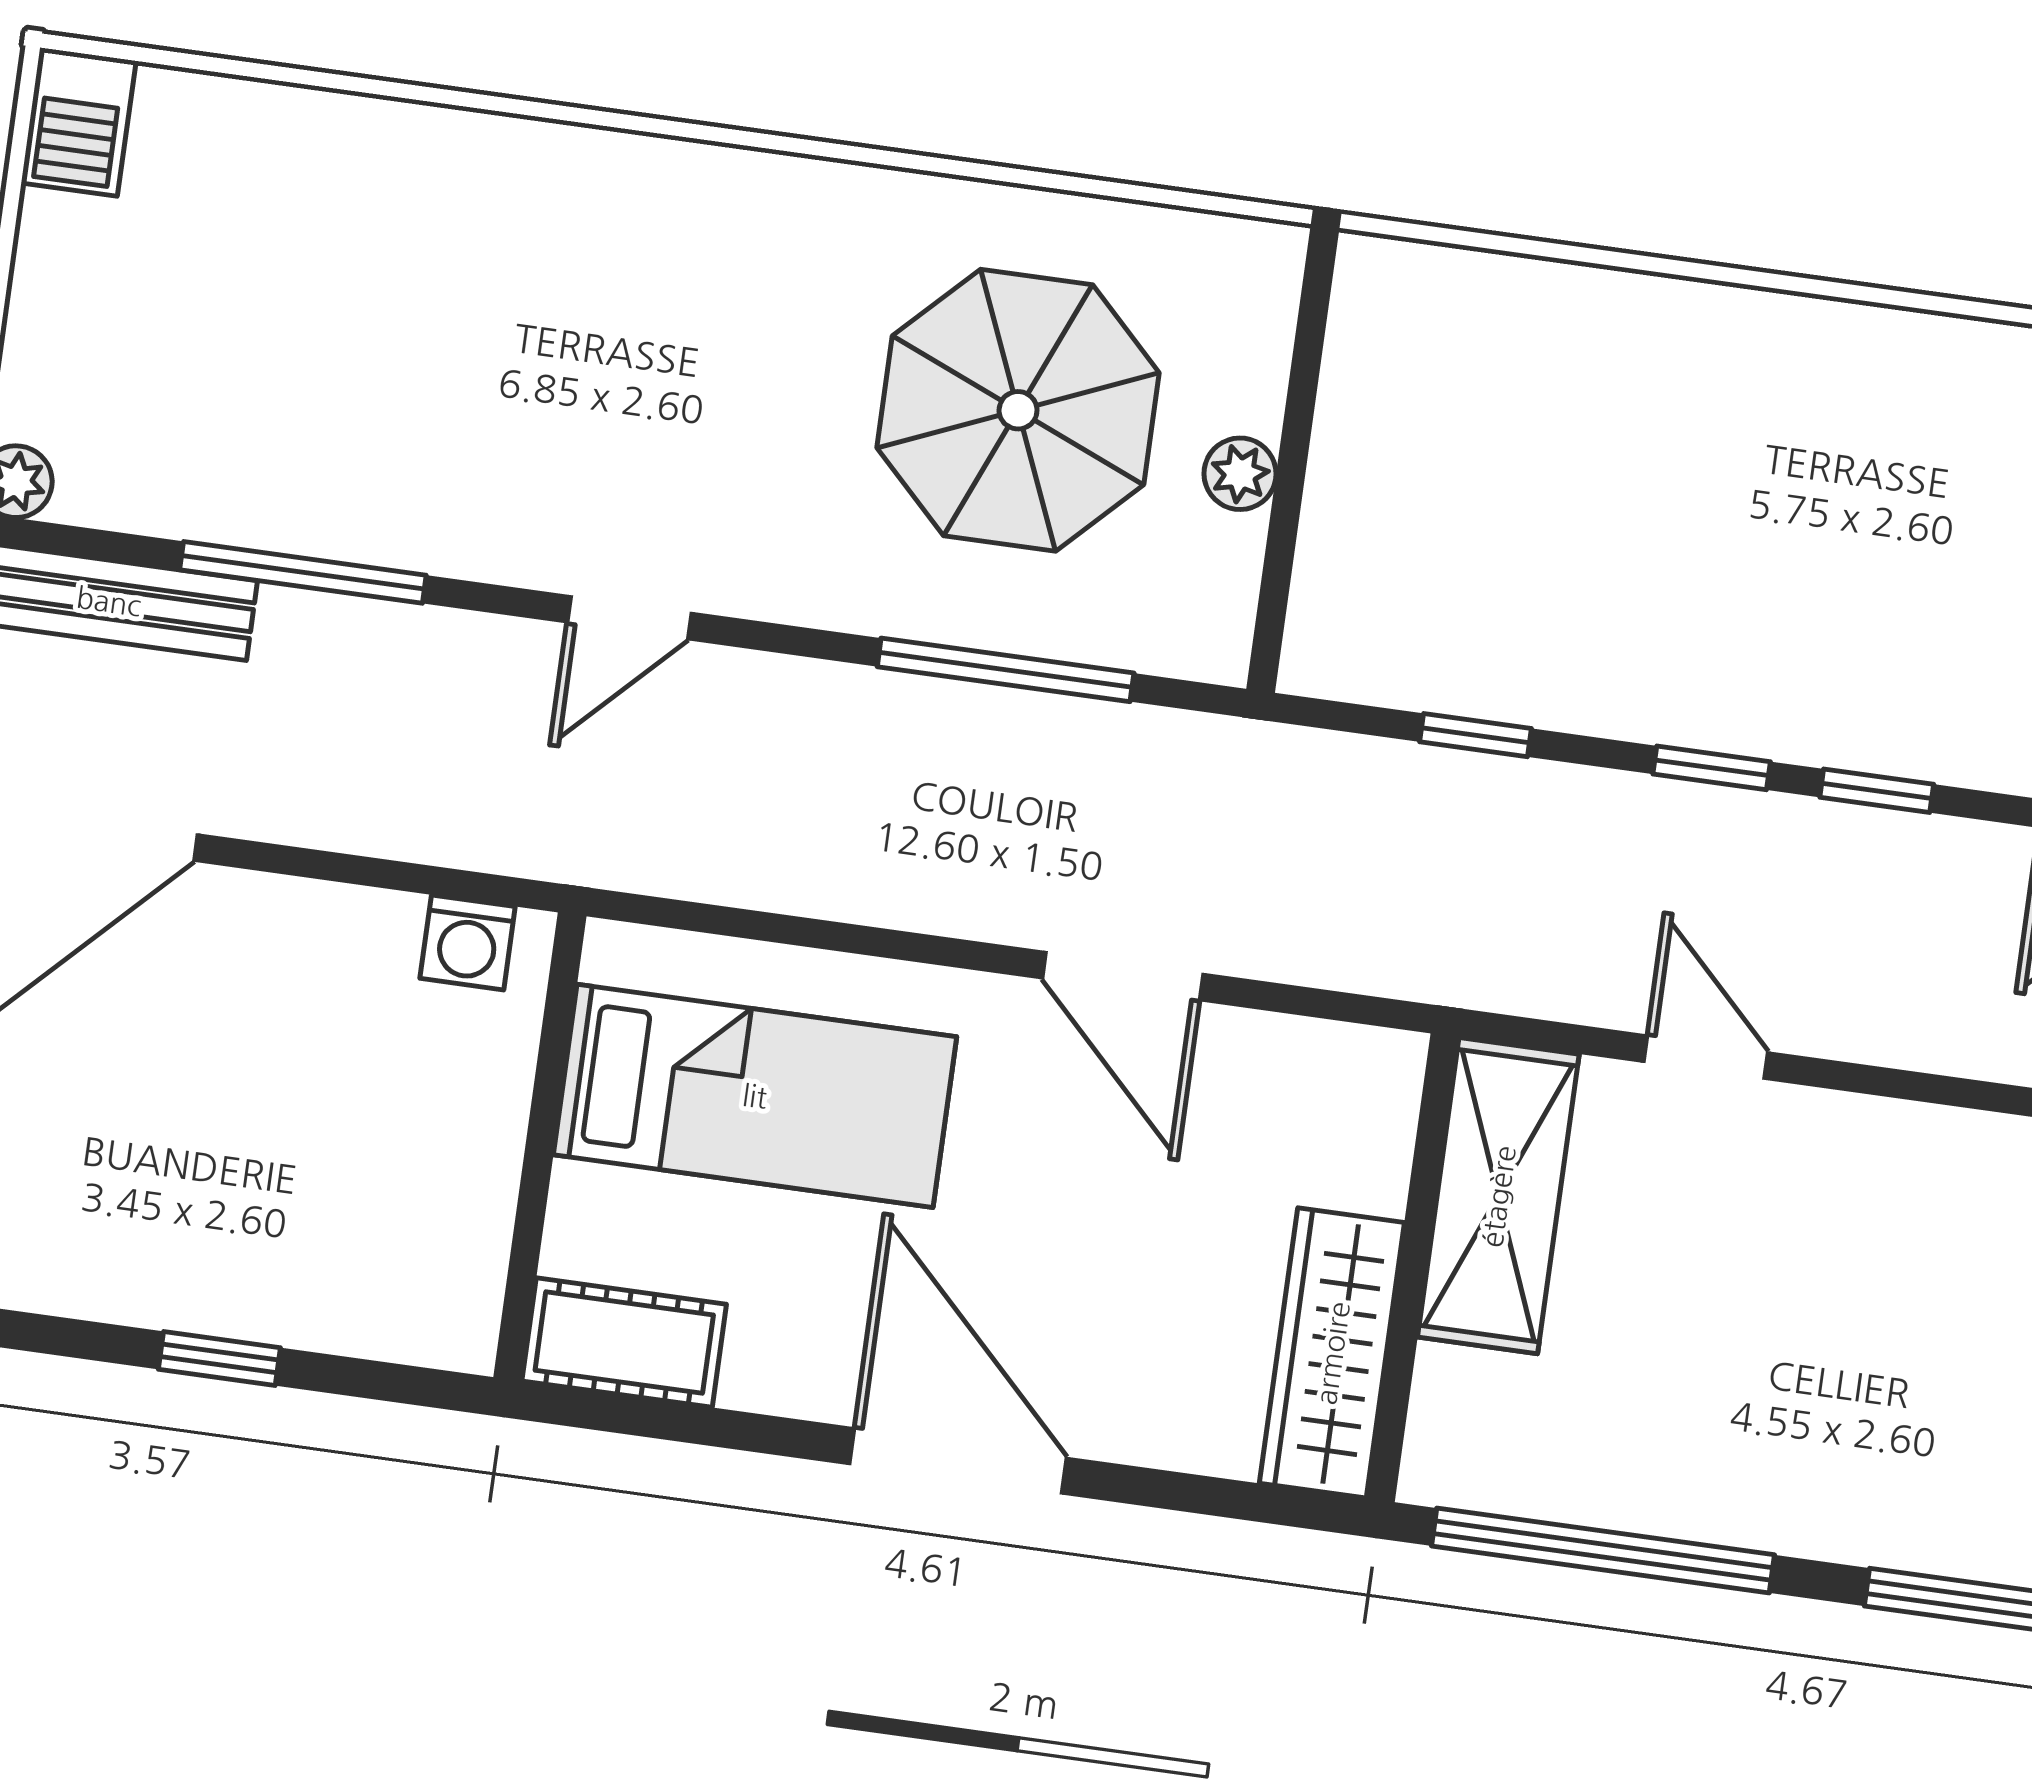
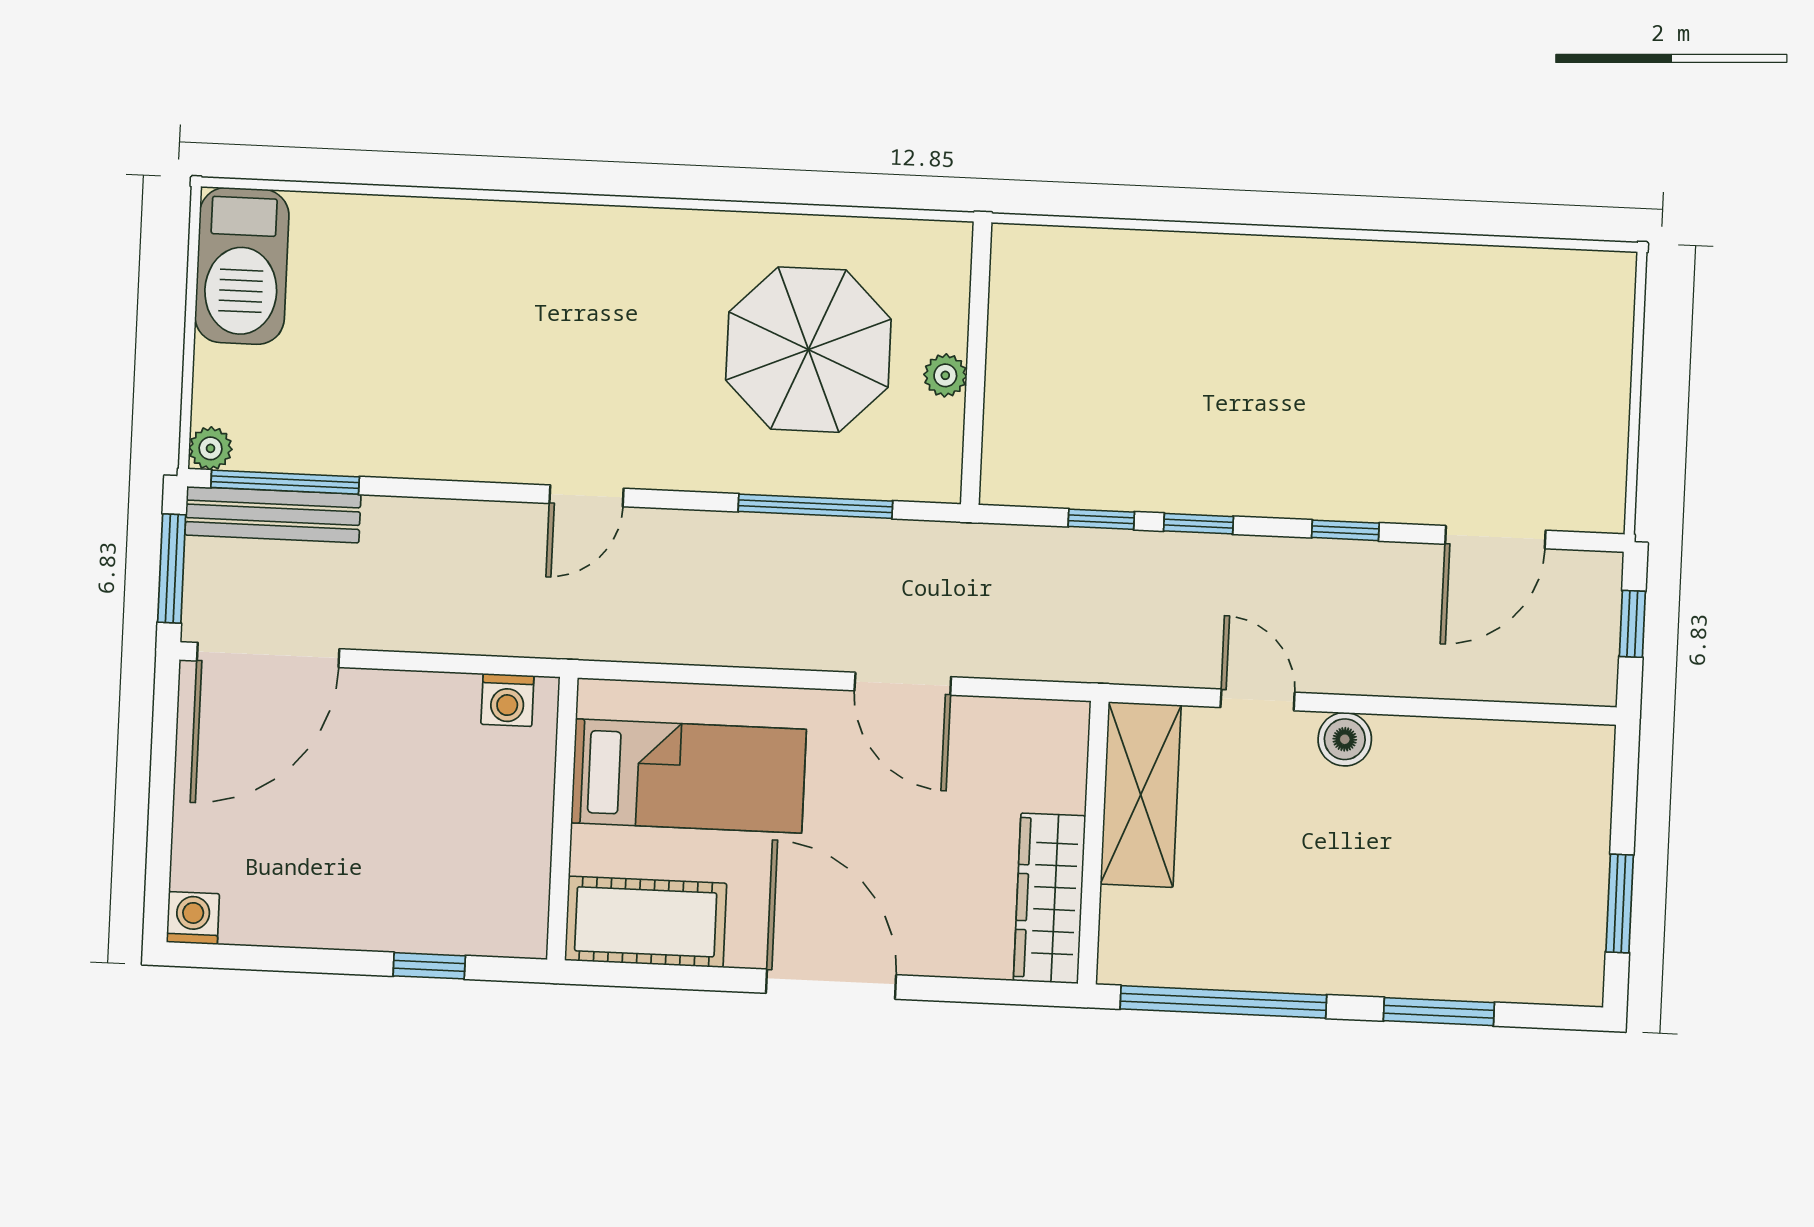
barbecue: (79, 122) -> (242, 266), width x1.88, depth x1.53
window: (303, 572) -> (285, 482), moved
window: (1712, 768) -> (1198, 524), moved
boiler: (1844, 1136) -> (1345, 739), added
cot: (624, 1343) -> (646, 922), width x1.37, depth x1.34
window: (219, 1358) -> (429, 966), moved

